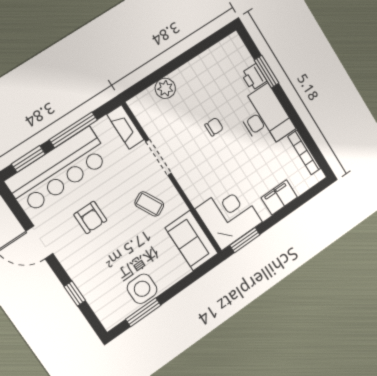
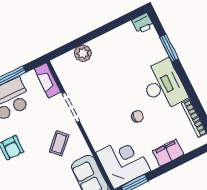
printer: (254, 77) -> (143, 23), moved, turned -90
chair: (214, 127) -> (137, 116), moved
coffee table: (149, 204) -> (59, 143), turned 72

